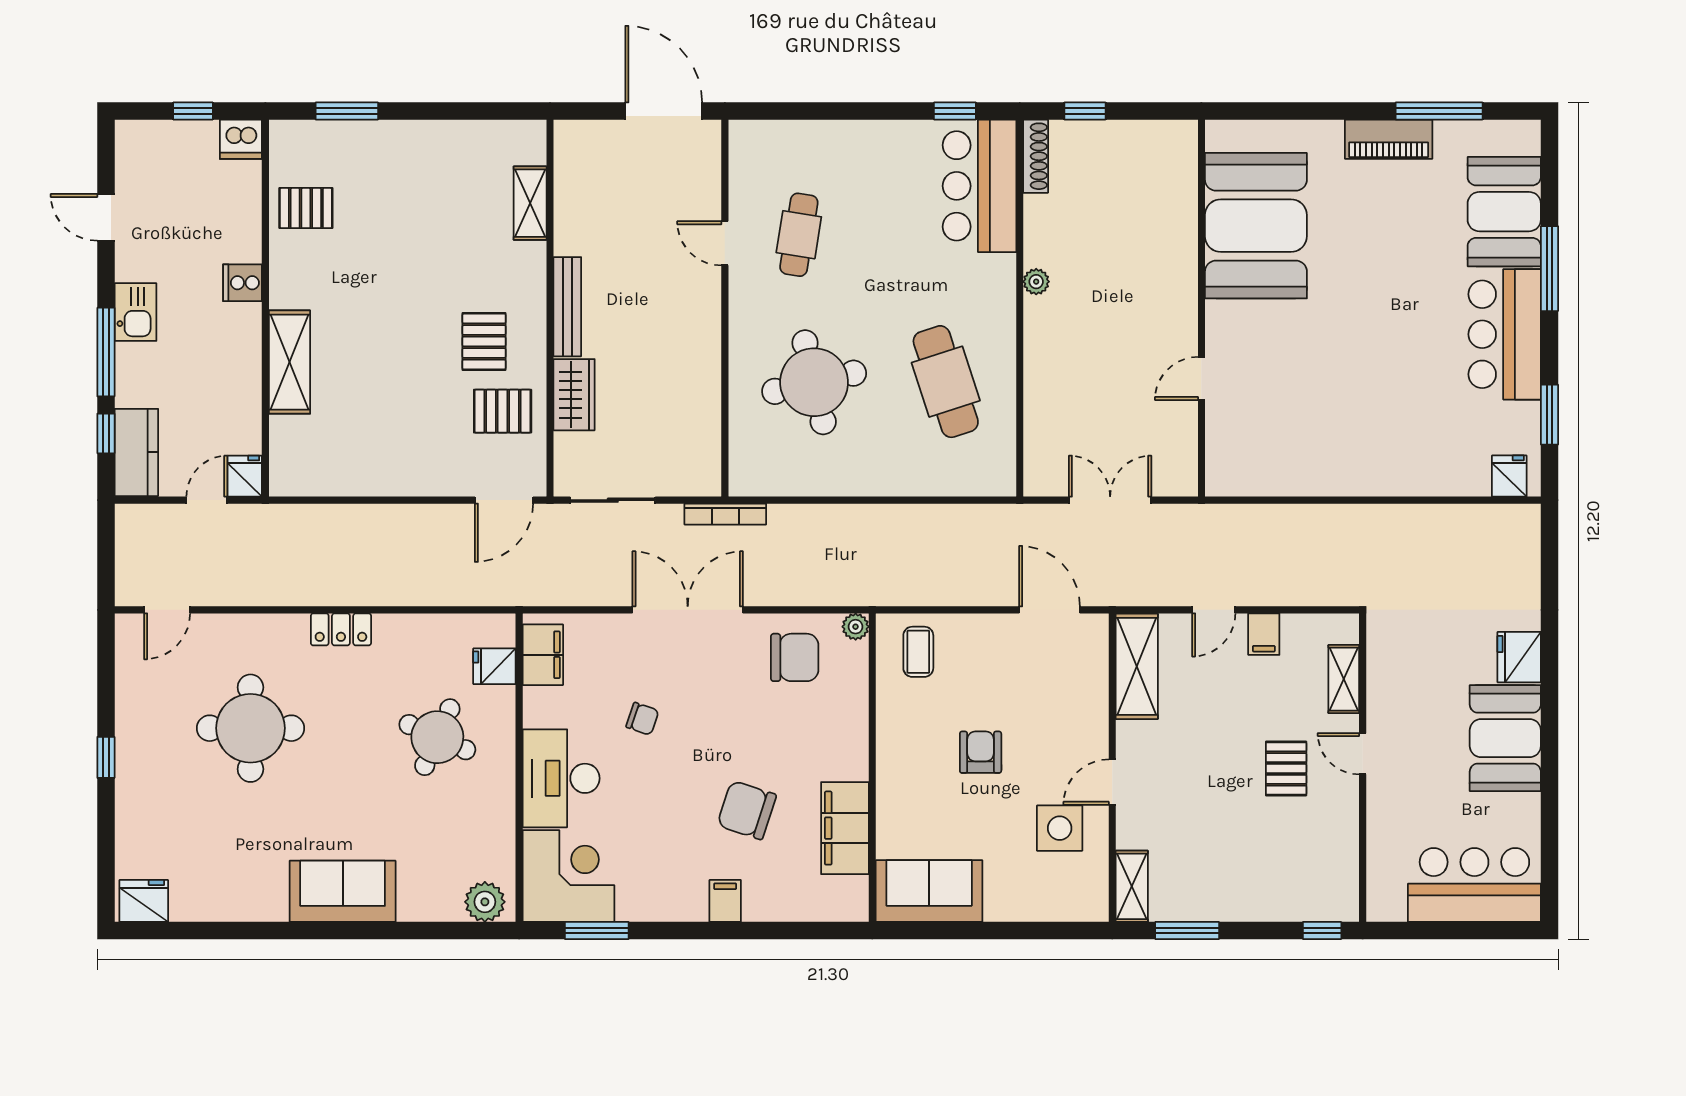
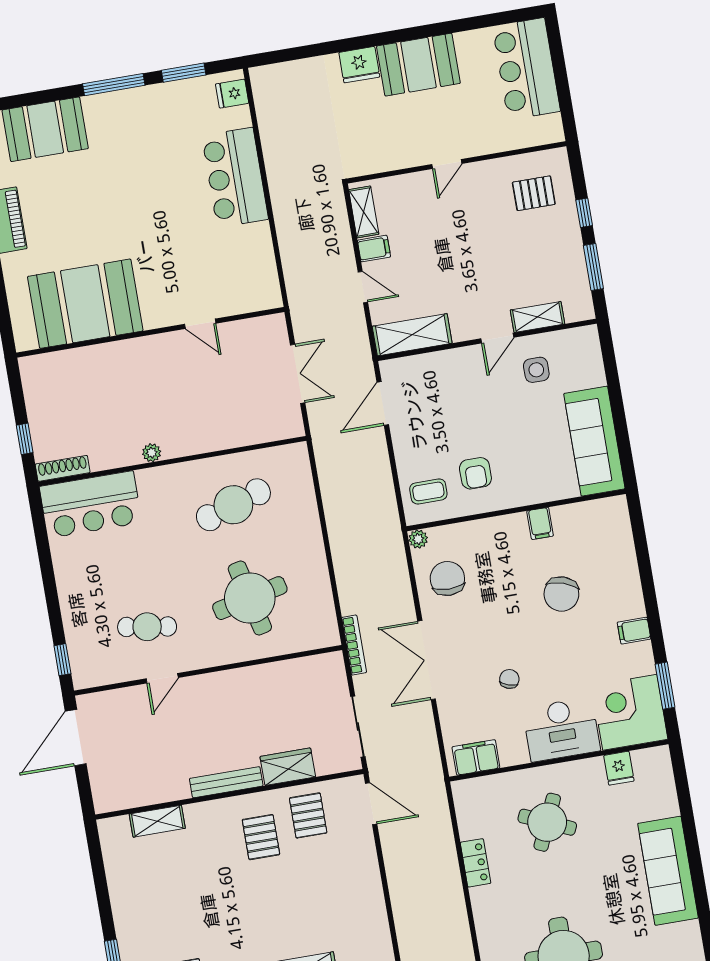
window: (955, 111) -> (62, 660), moved
window: (1549, 269) -> (114, 85), moved
bar counter: (1505, 334) -> (235, 178), moved, turned 90
pallet: (484, 342) -> (261, 837), turned 90
double door: (1110, 500) -> (298, 374), swing flipped
locker: (341, 629) -> (476, 863), moved
fridge: (494, 666) -> (619, 768), moved
shelving: (1344, 679) -> (364, 212), moved, turned 90
armchair: (981, 752) -> (475, 473), moved, turned -90
pallet: (1286, 768) -> (534, 193), moved
door: (1112, 782) -> (497, 338), hinge flipped
filing cabinet: (845, 828) -> (540, 523), width x0.33, depth x0.86
side table: (1060, 828) -> (536, 370), width x0.73, depth x0.73
shelving: (1132, 886) -> (538, 317), moved
sofa: (343, 891) -> (668, 871), width x1.36
sofa: (929, 891) -> (594, 441), width x1.36
filing cabinet: (725, 901) -> (634, 631), moved
plant: (485, 902) -> (658, 769), removed
window: (1322, 930) -> (584, 213), moved

